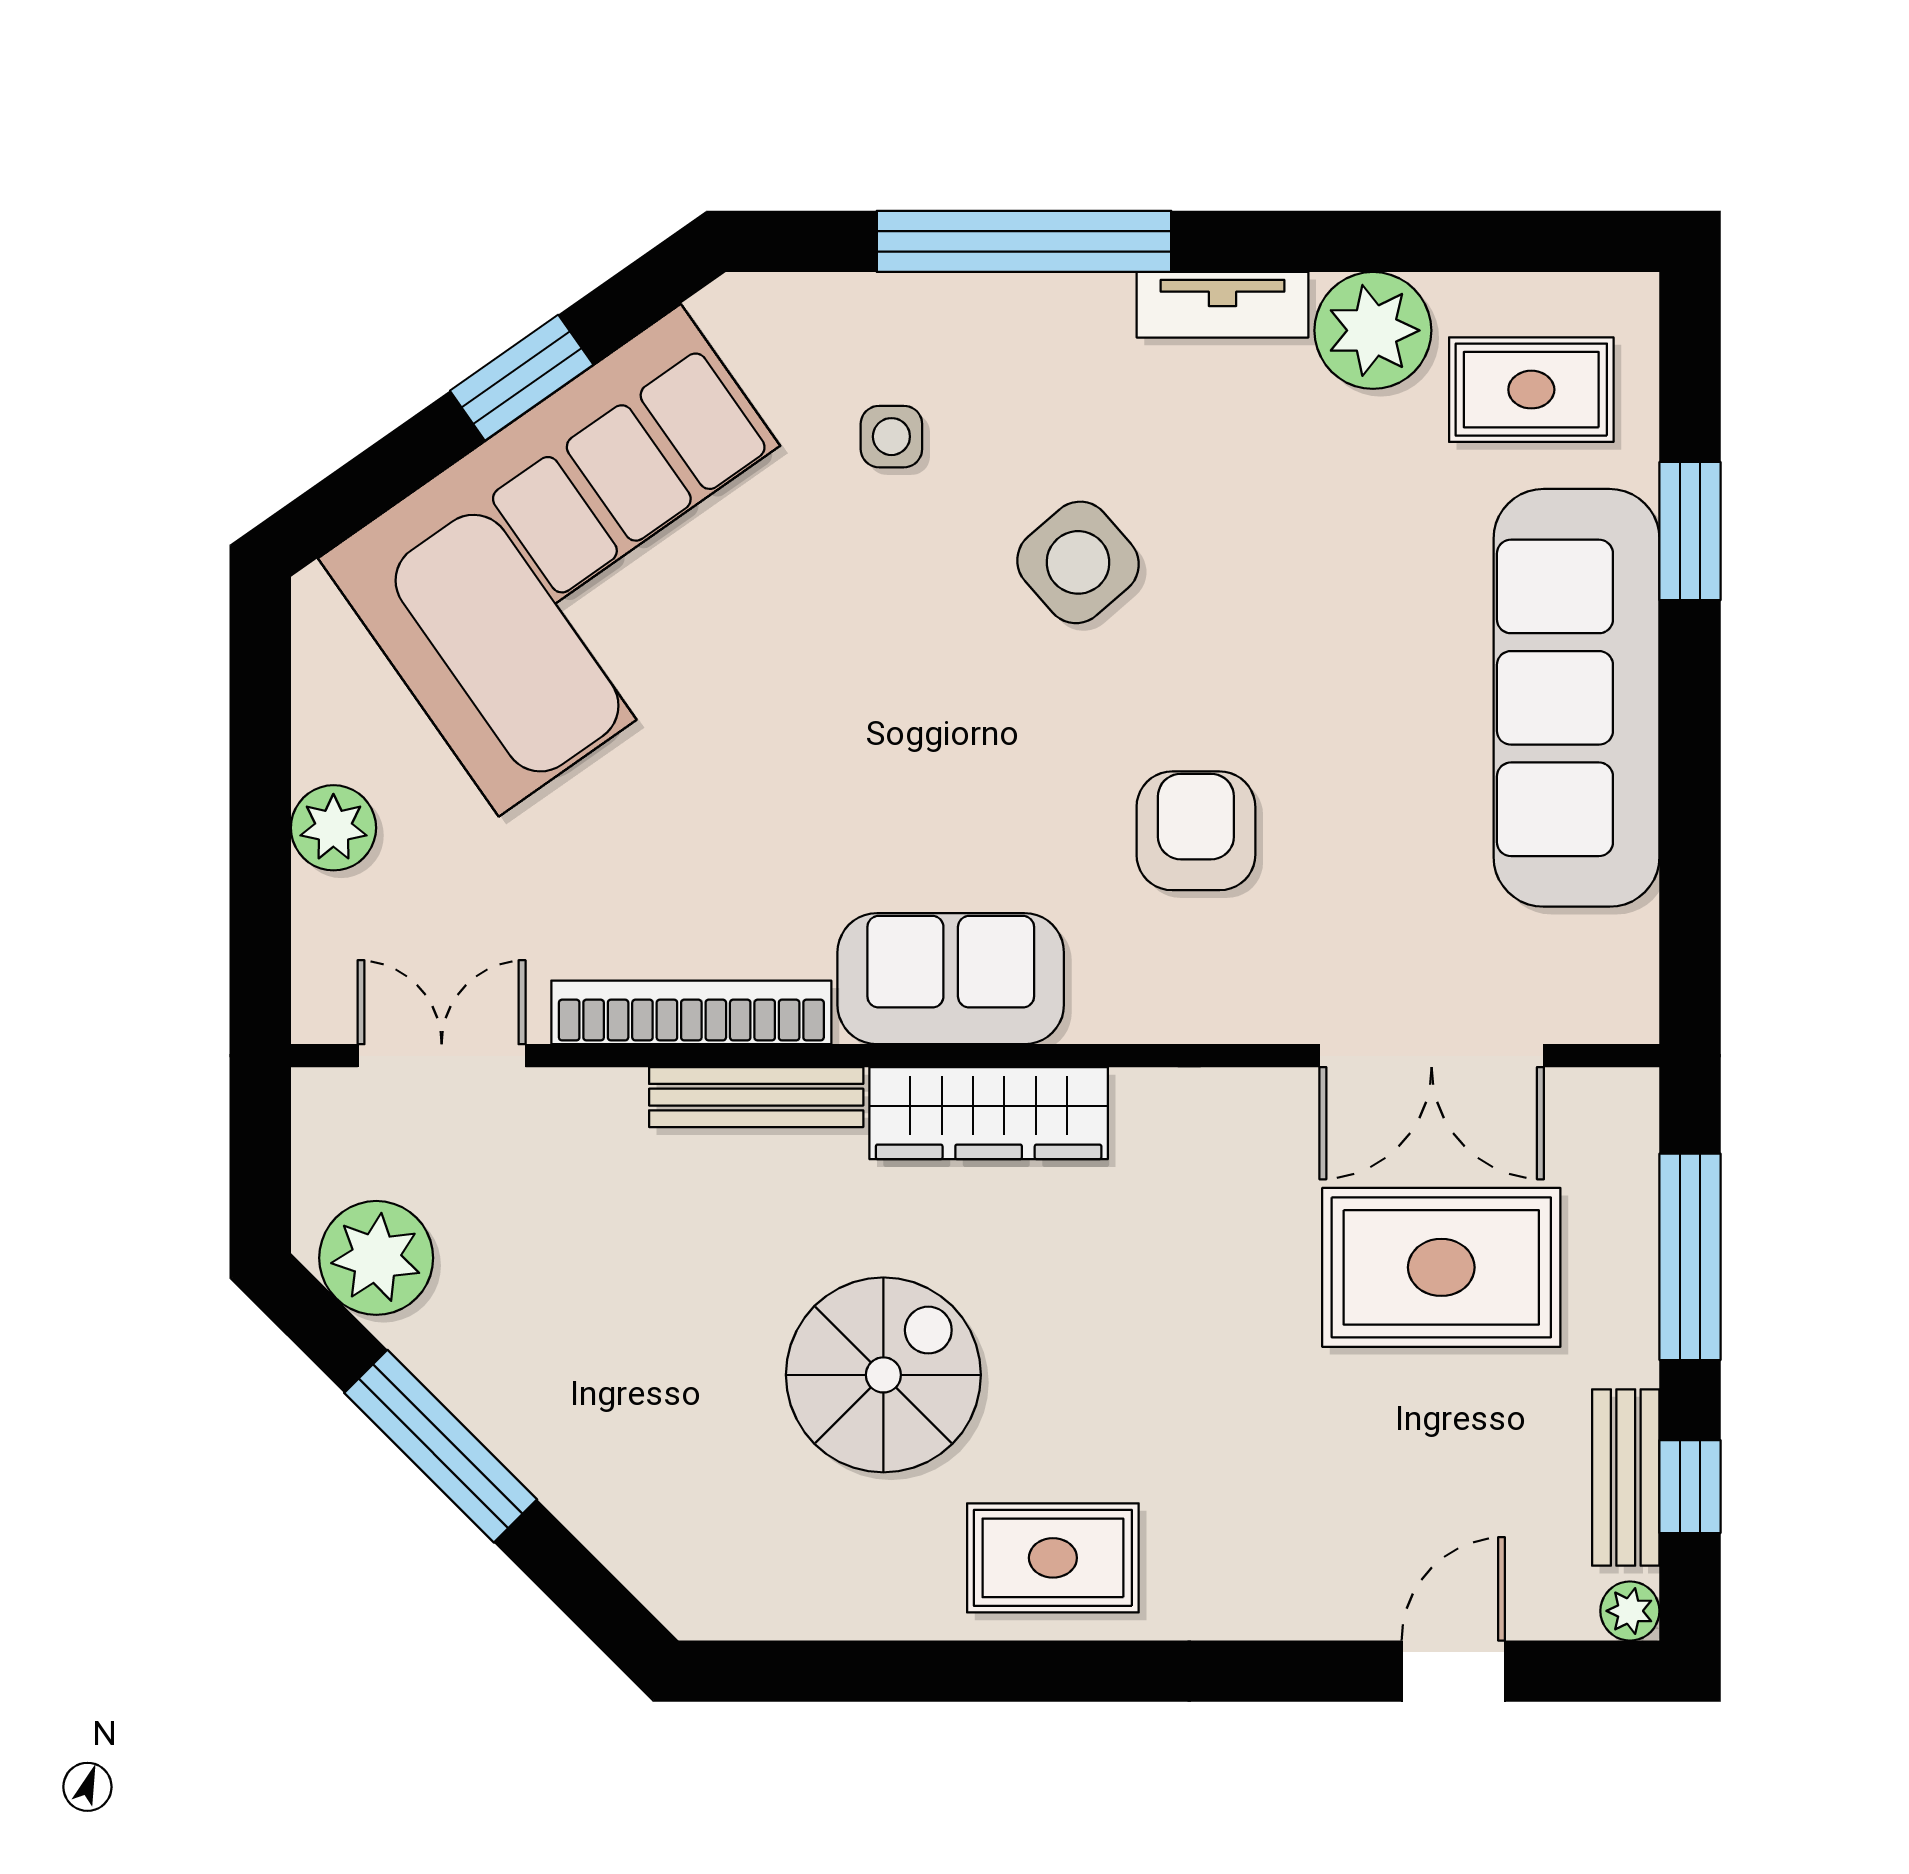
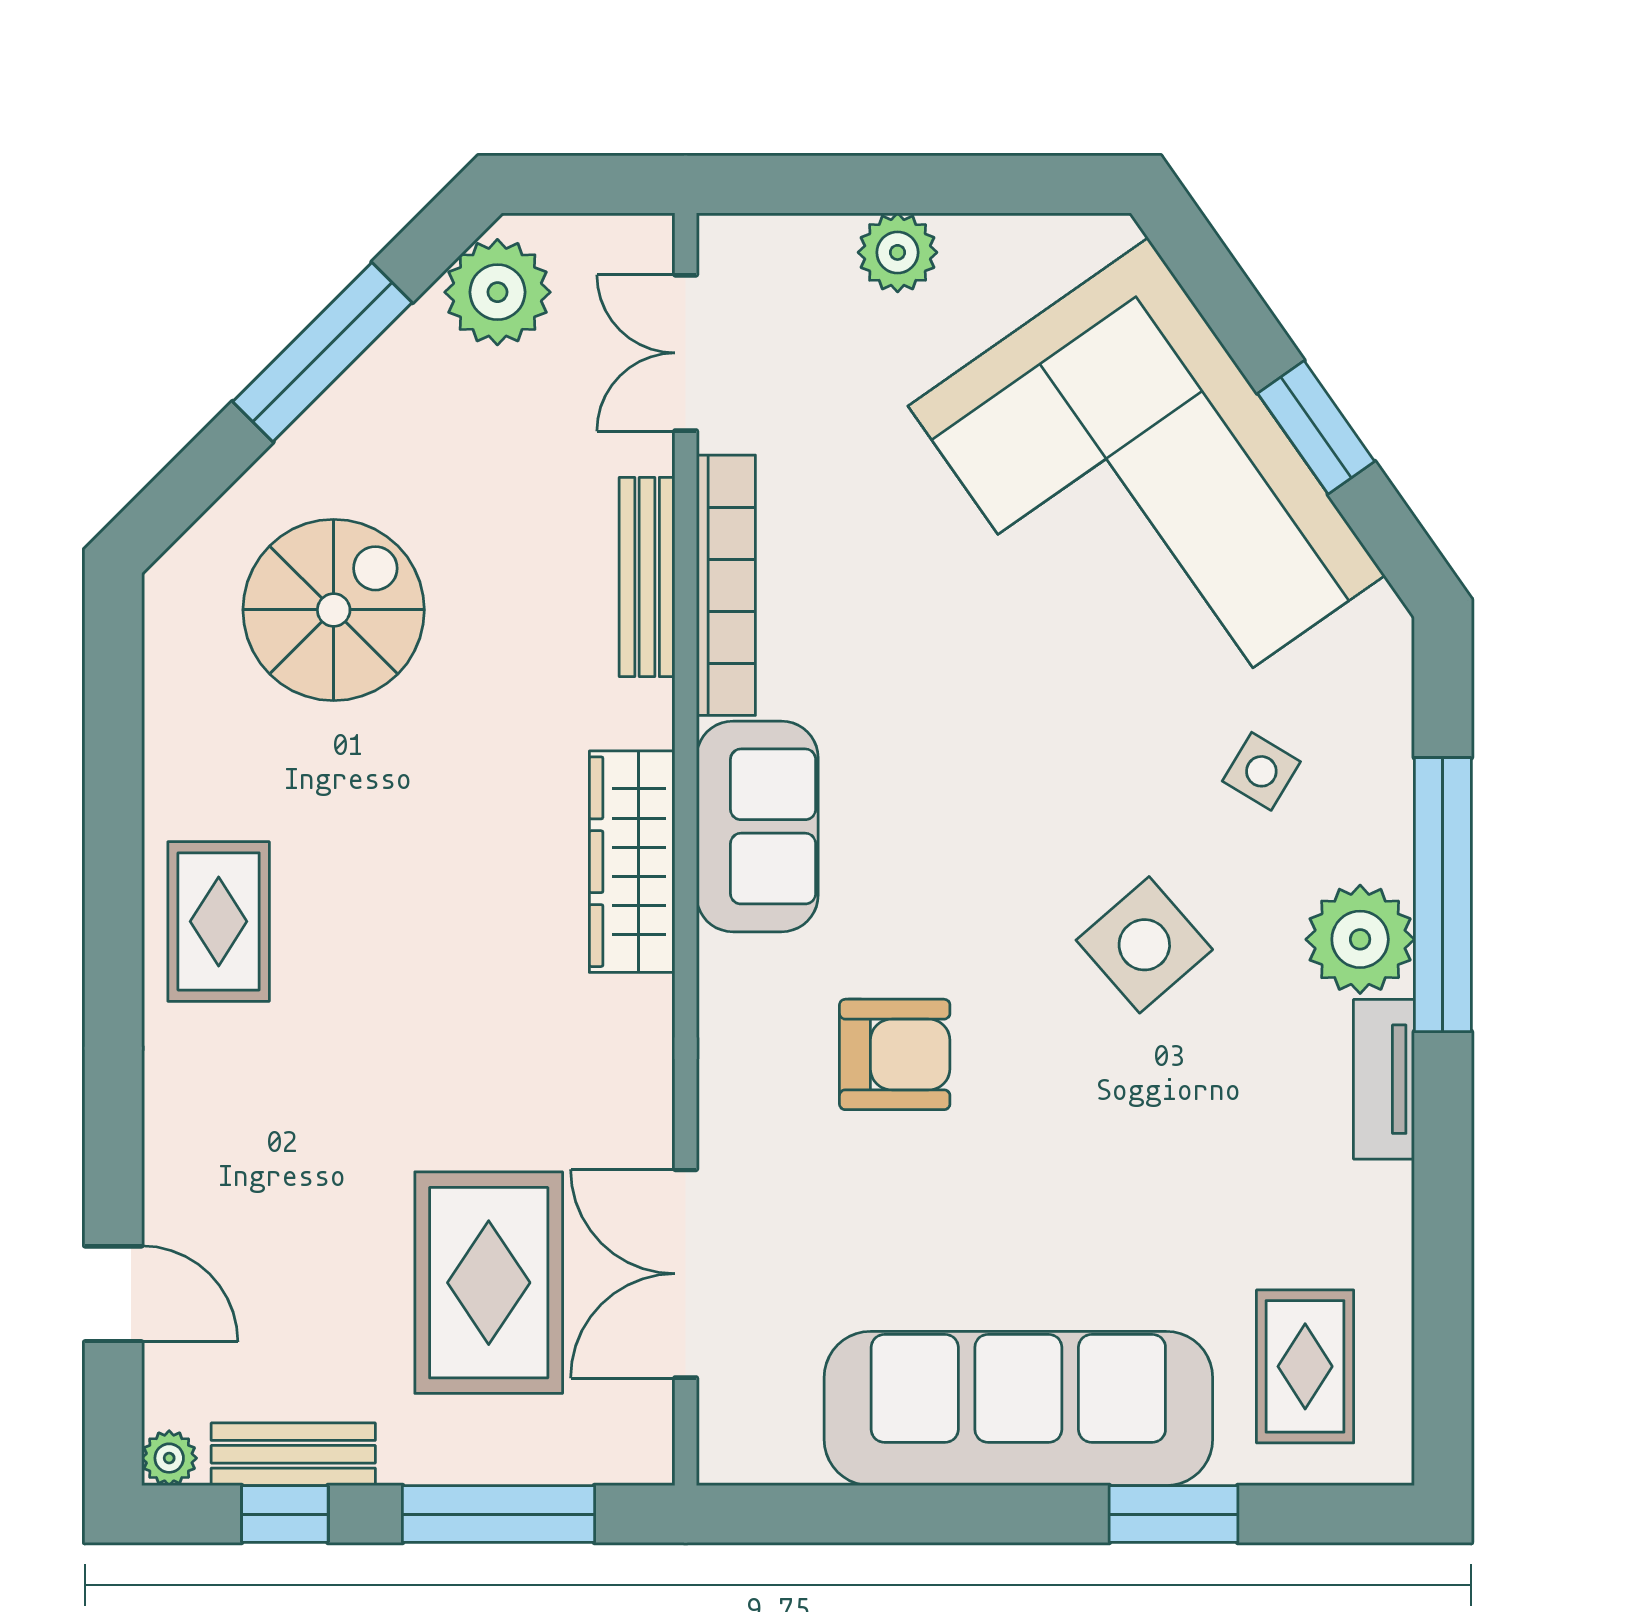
plant: (1373, 330) -> (1360, 939), moved
side table: (891, 437) -> (1261, 771), turned 31
double door: (442, 1056) -> (686, 353), swing flipped
bench: (756, 1097) -> (647, 577), moved
spiral stairs: (883, 1375) -> (334, 610), moved, turned -90

